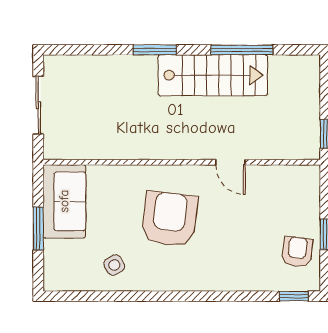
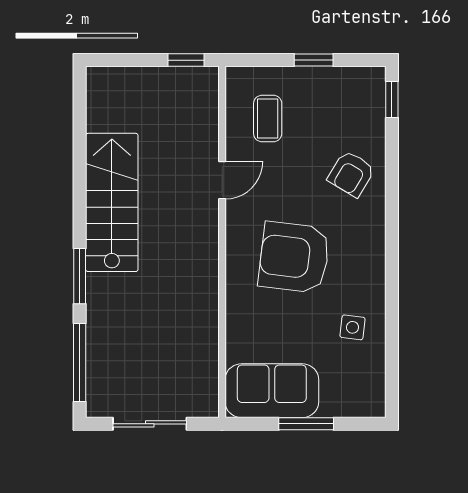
window: (242, 50) -> (80, 363), moved
coffee table: (279, 198) -> (268, 118), added
armchair: (297, 252) -> (351, 174), moved, turned -66
side table: (114, 265) -> (352, 327), turned 38

